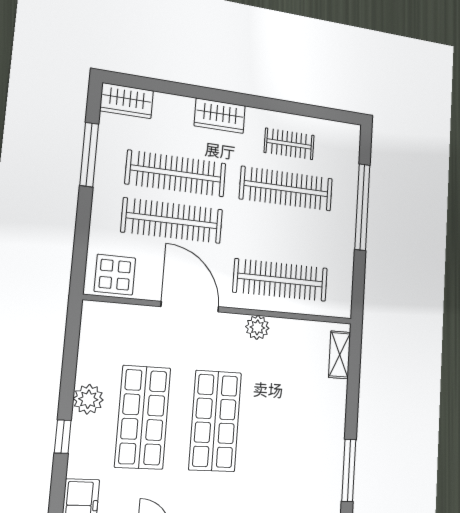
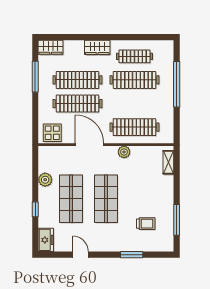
clothes rail: (289, 144) -> (134, 56), width x1.36
plant: (88, 399) -> (45, 180), moved
trolley: (290, 476) -> (146, 224), added

